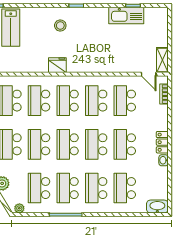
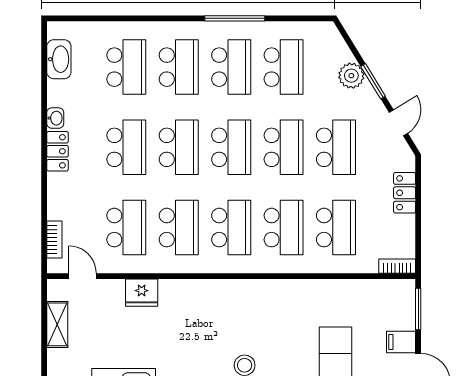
shelving: (162, 60) -> (57, 324), moved
fridge: (57, 65) -> (142, 293), moved
washbasin: (157, 207) -> (59, 59), moved, turned -90
plant: (19, 208) -> (320, 30), removed

